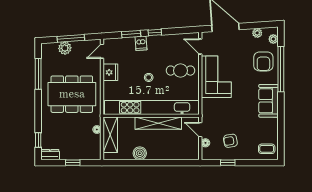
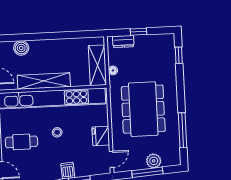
dining table: (72, 94) -> (143, 109), turned 90
boiler: (140, 153) -> (21, 48), moved
dresser: (50, 155) -> (123, 41), moved

